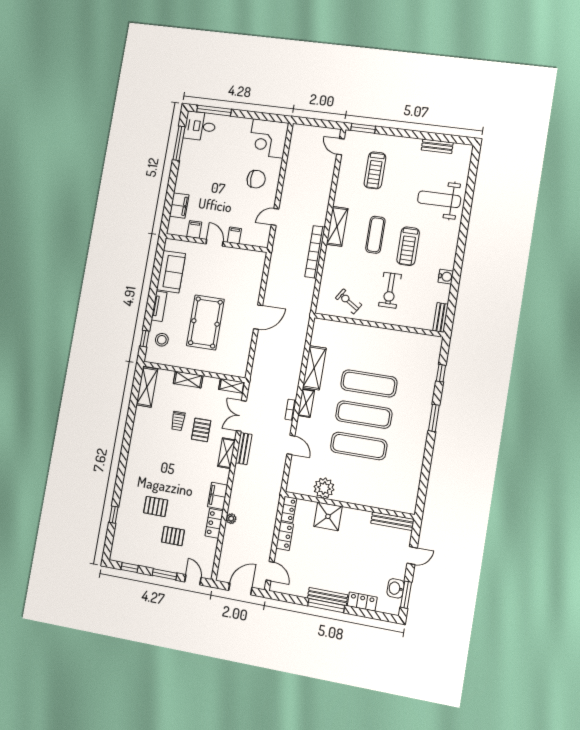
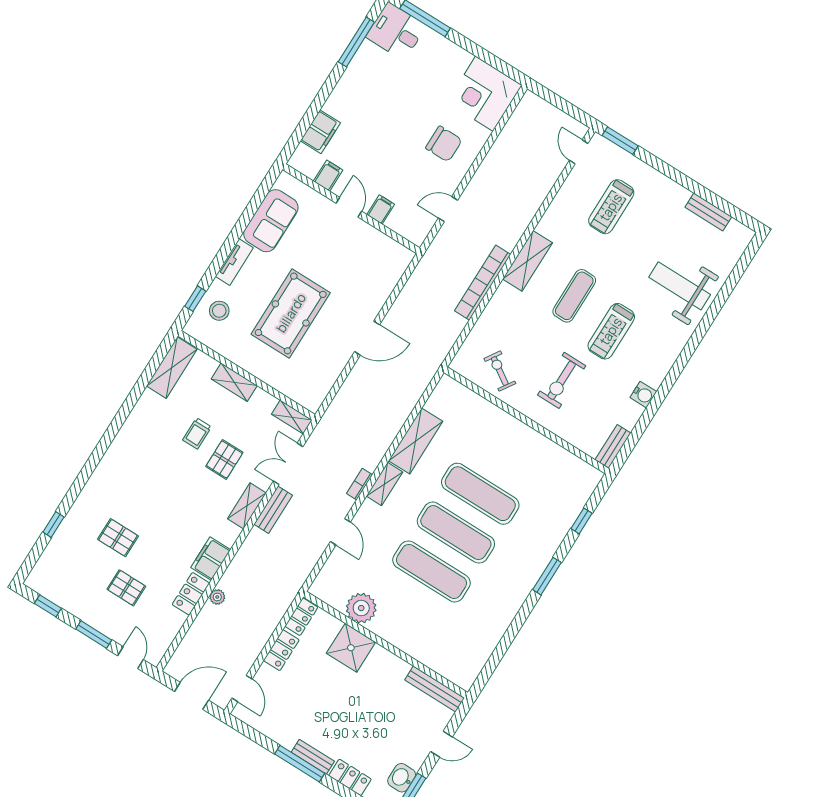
bench: (328, 597) -> (313, 757), width x0.73

